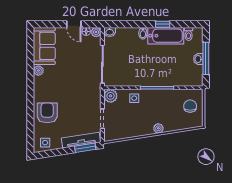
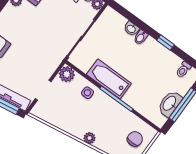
washbasin: (110, 32) -> (131, 29), moved
bathtub: (166, 36) -> (109, 79), moved, turned 180
washbasin: (198, 59) -> (170, 104), width x1.91, depth x1.45

